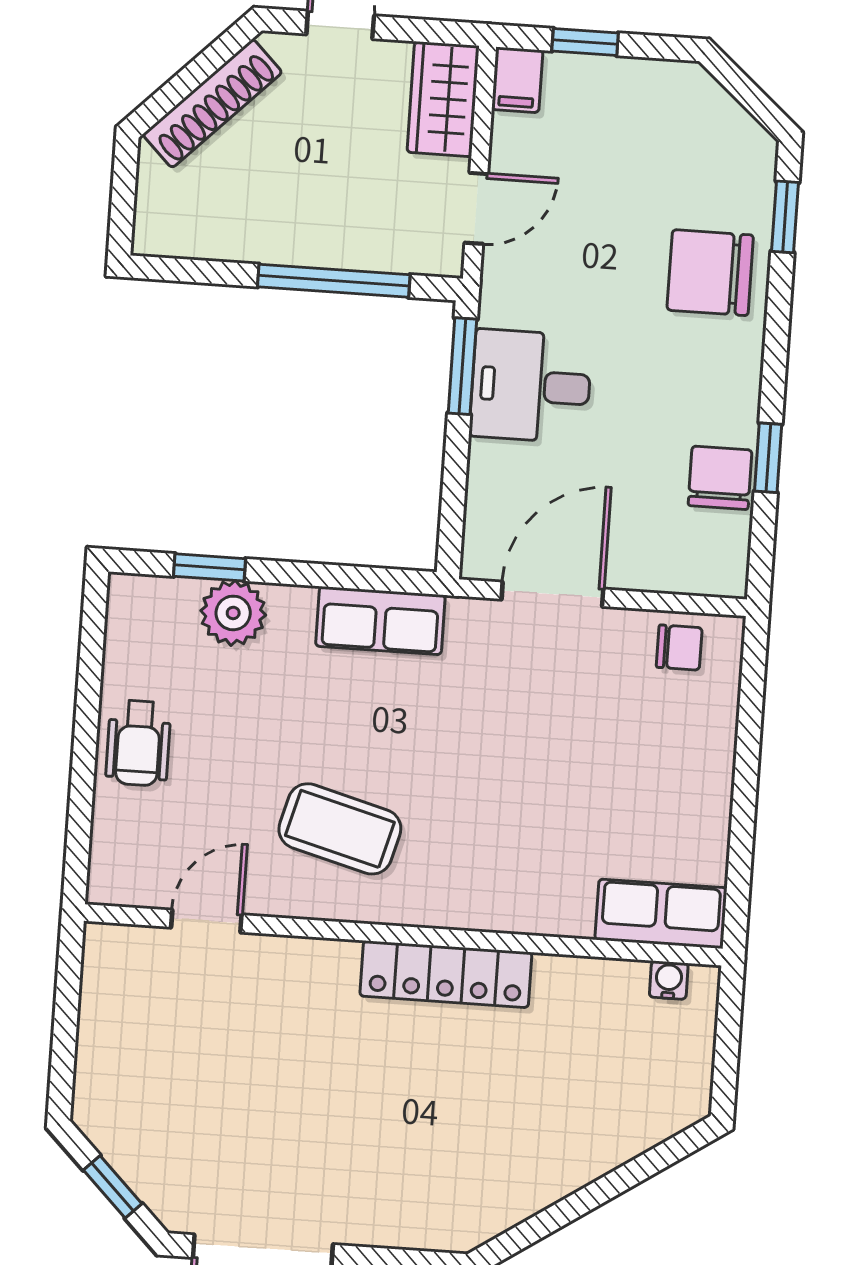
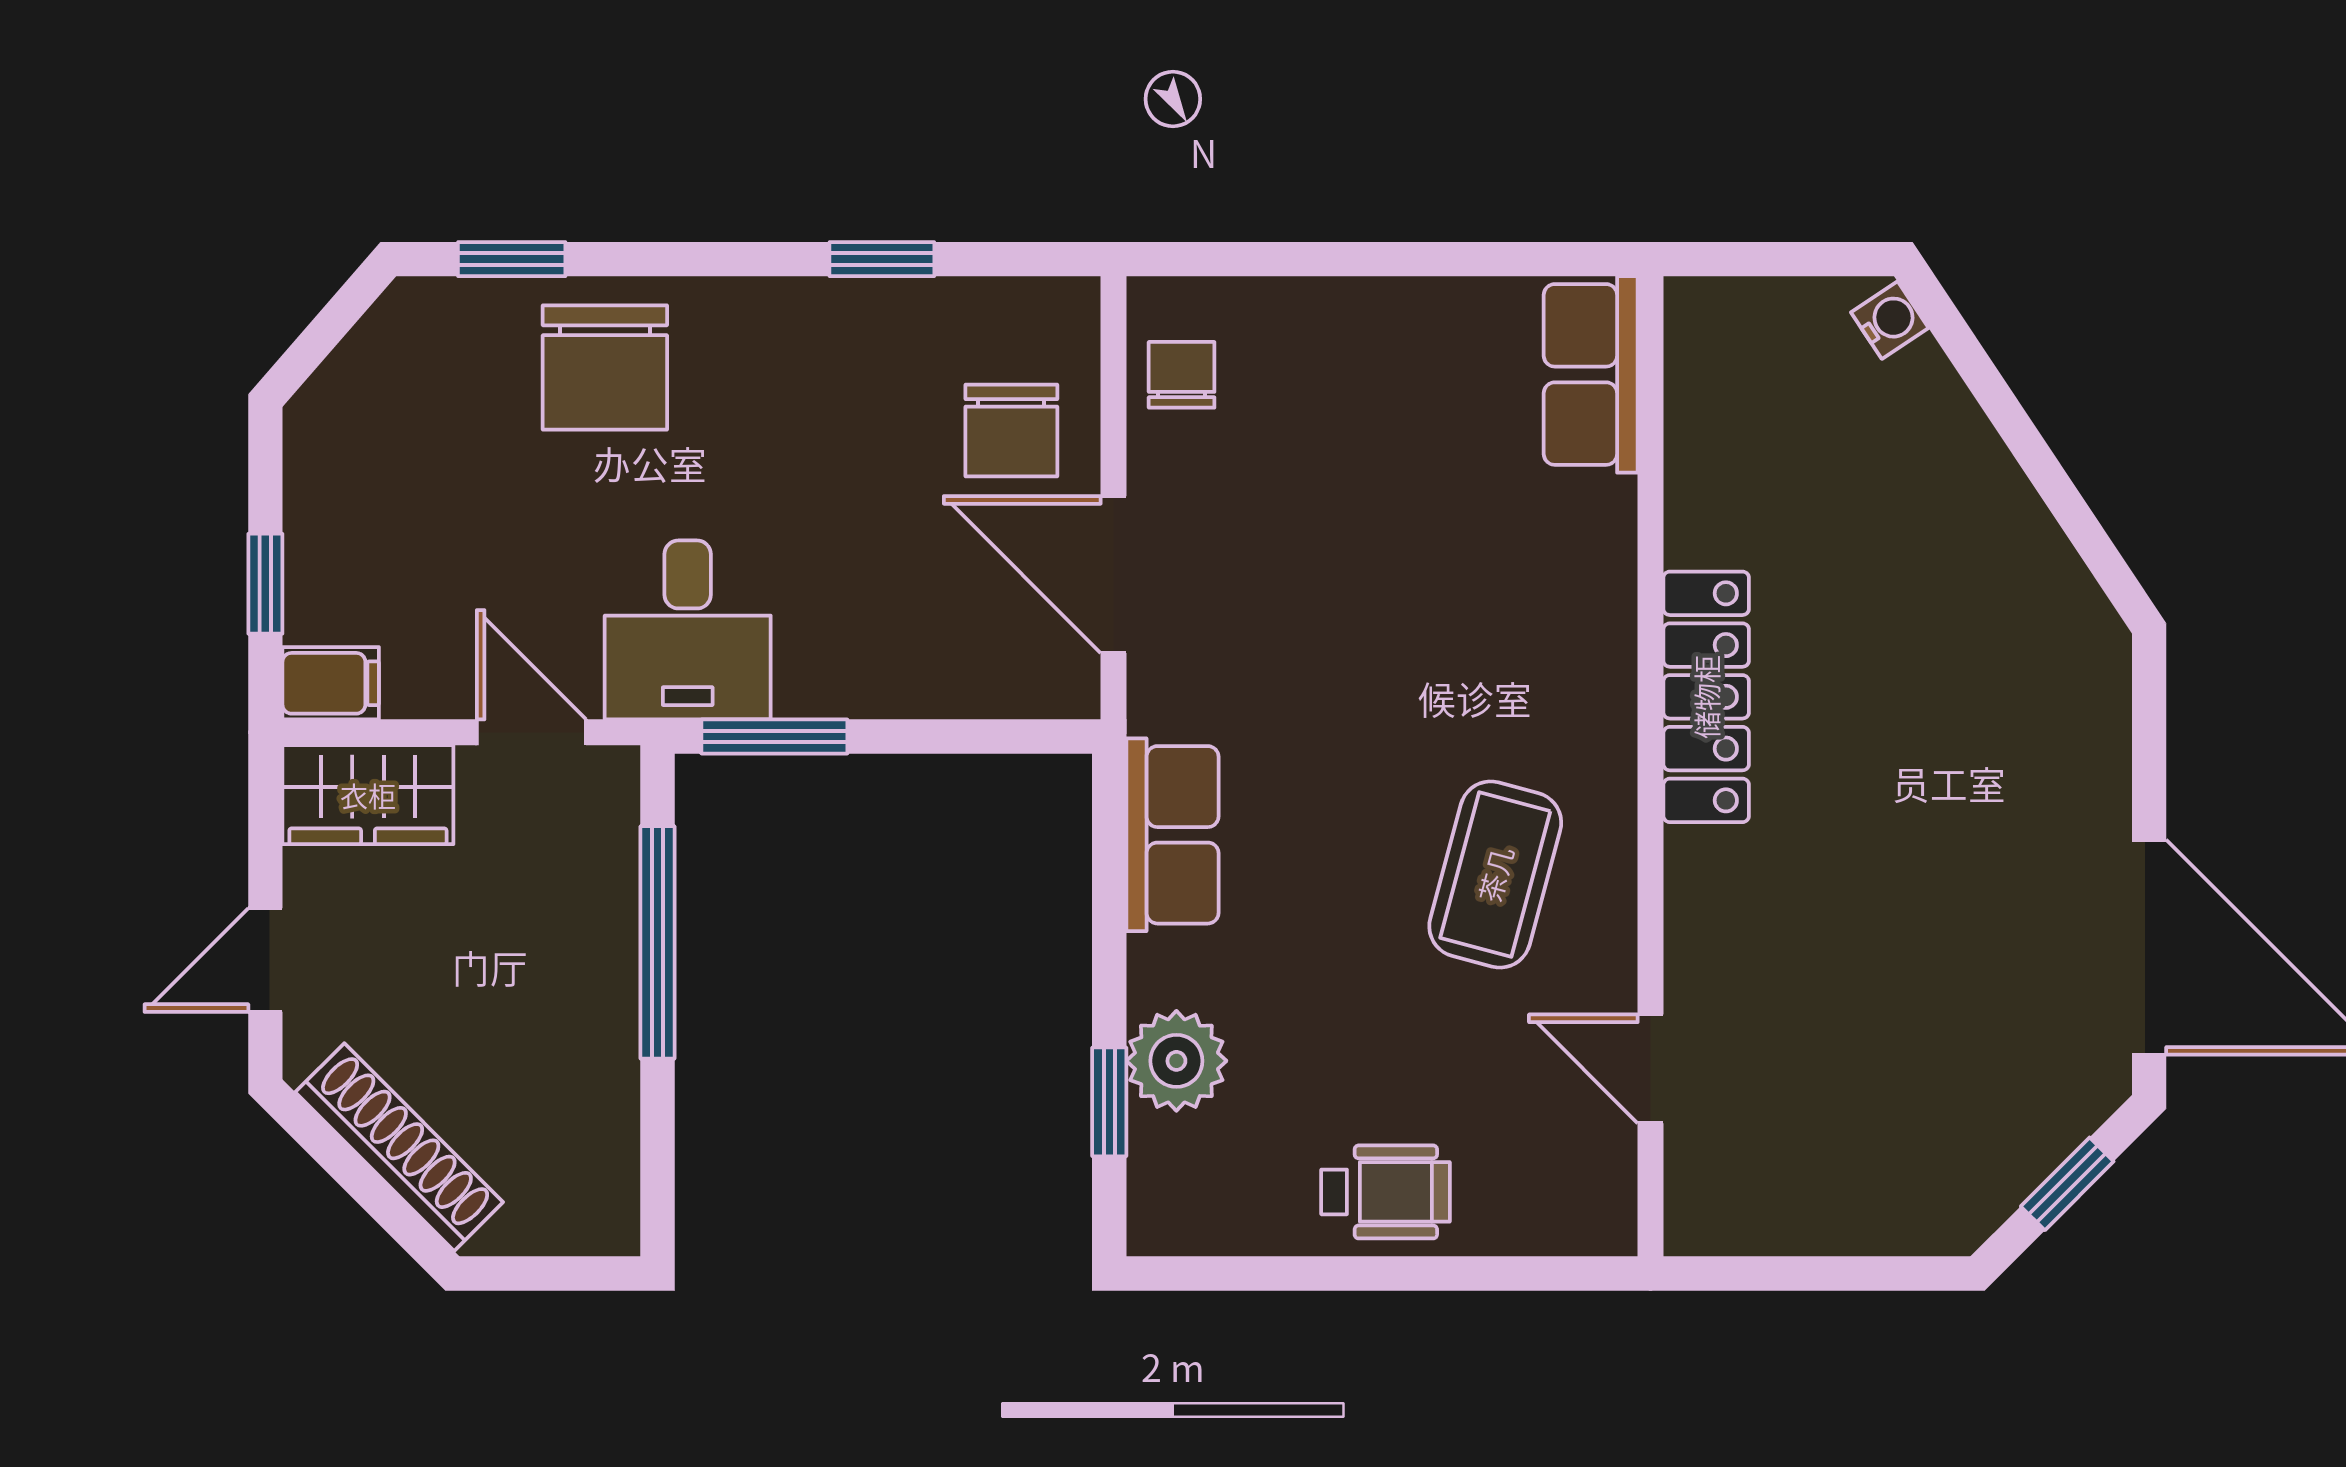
desk: (531, 386) -> (688, 630), moved
chair: (720, 478) -> (1011, 430), moved, turned -90
water cooler: (669, 980) -> (1890, 320), moved, turned 146

